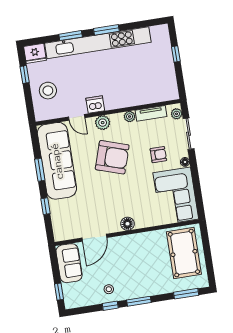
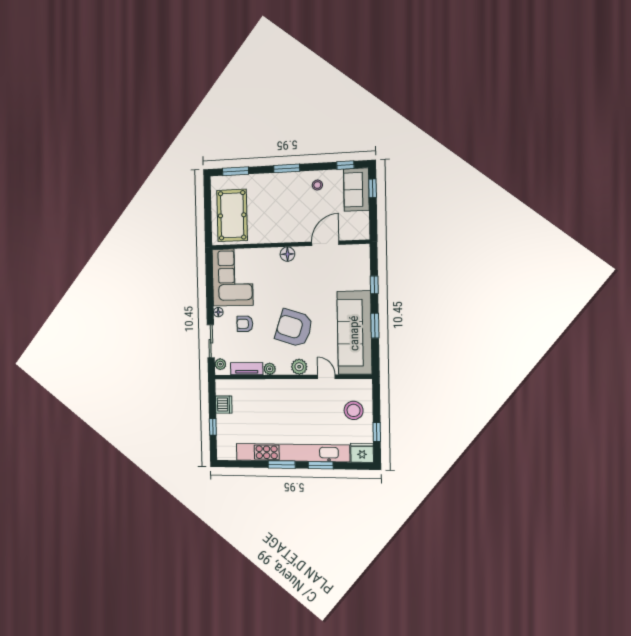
dishwasher: (95, 104) -> (224, 404), moved, turned -90
sofa: (69, 263) -> (356, 190), moved
window: (110, 306) -> (345, 165), moved

